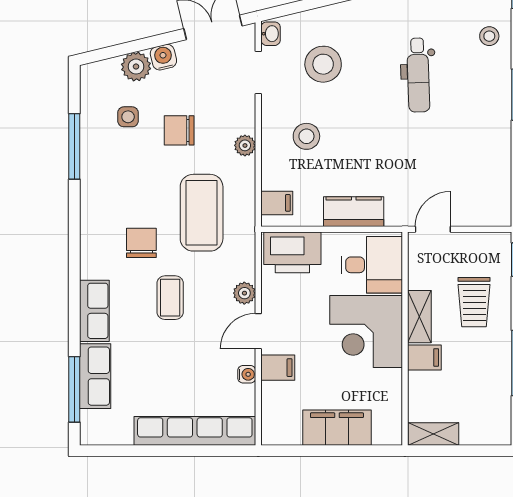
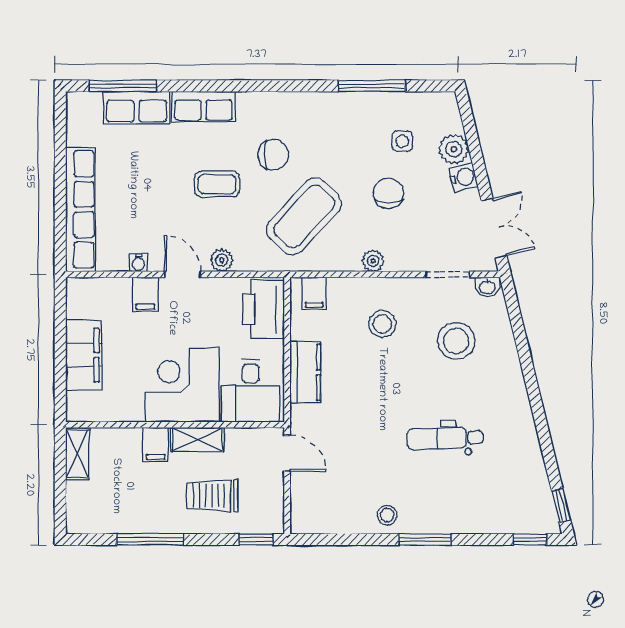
stool: (489, 36) -> (387, 515), moved
coffee table: (202, 213) -> (304, 216), turned -47

